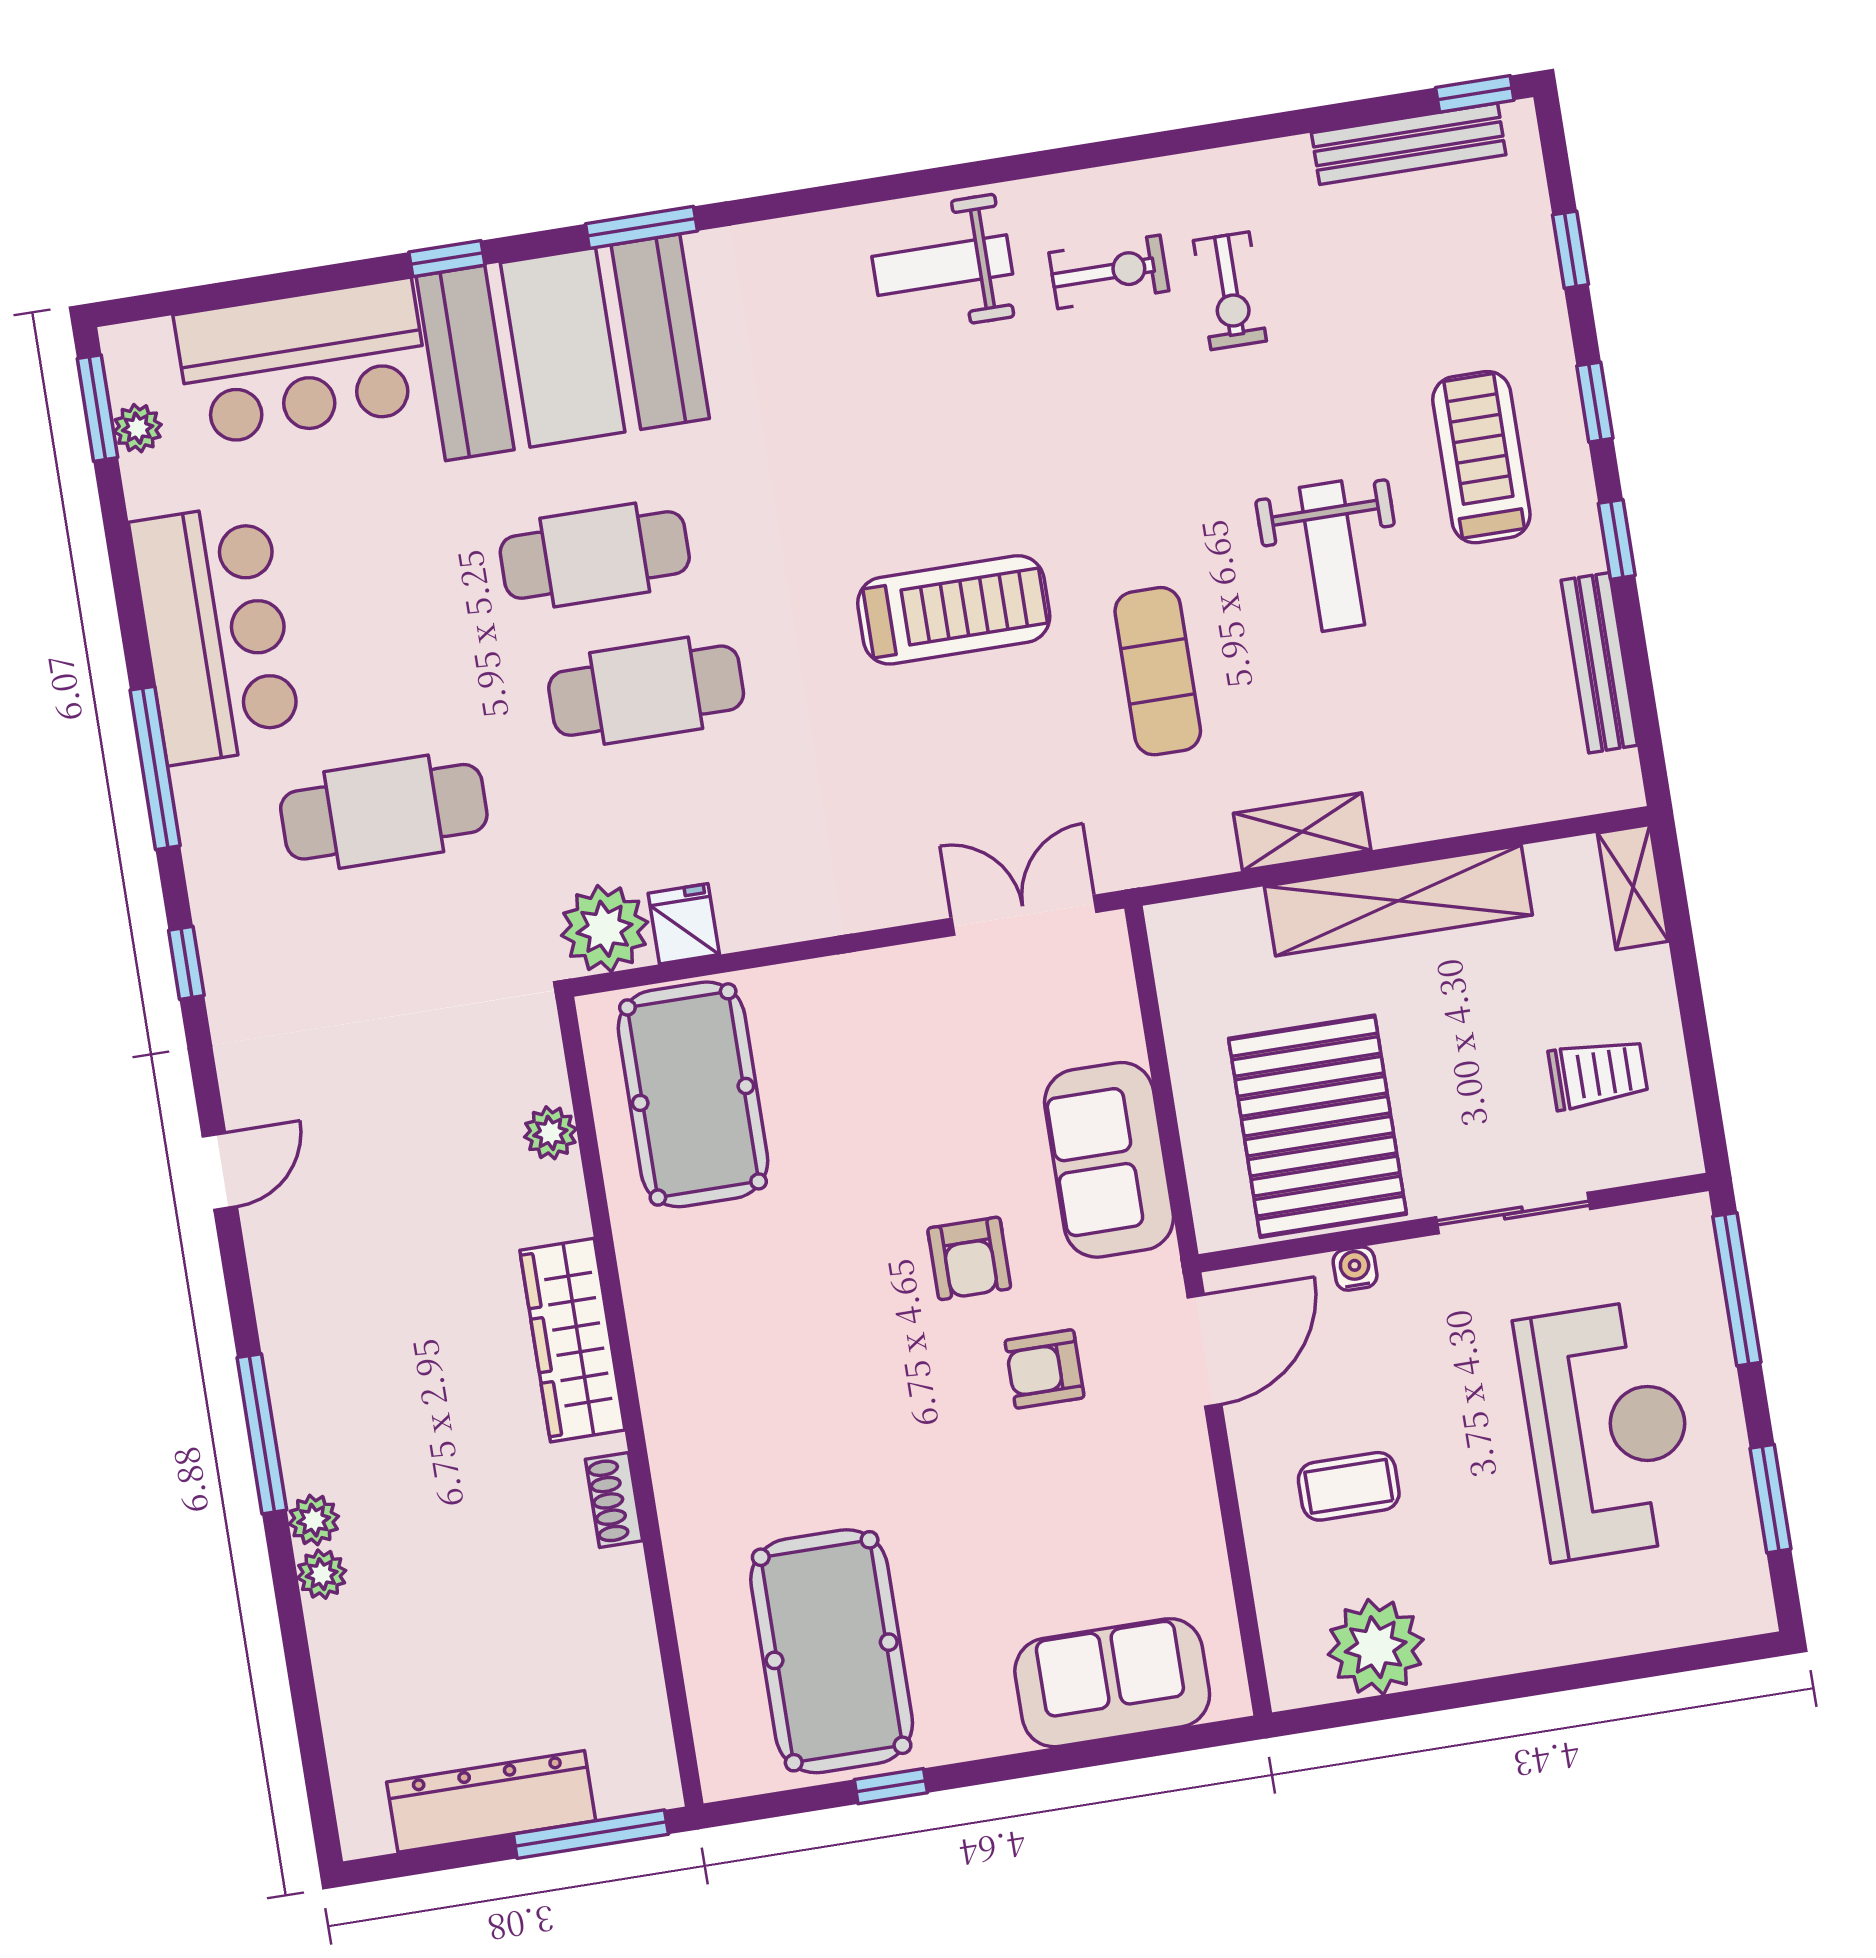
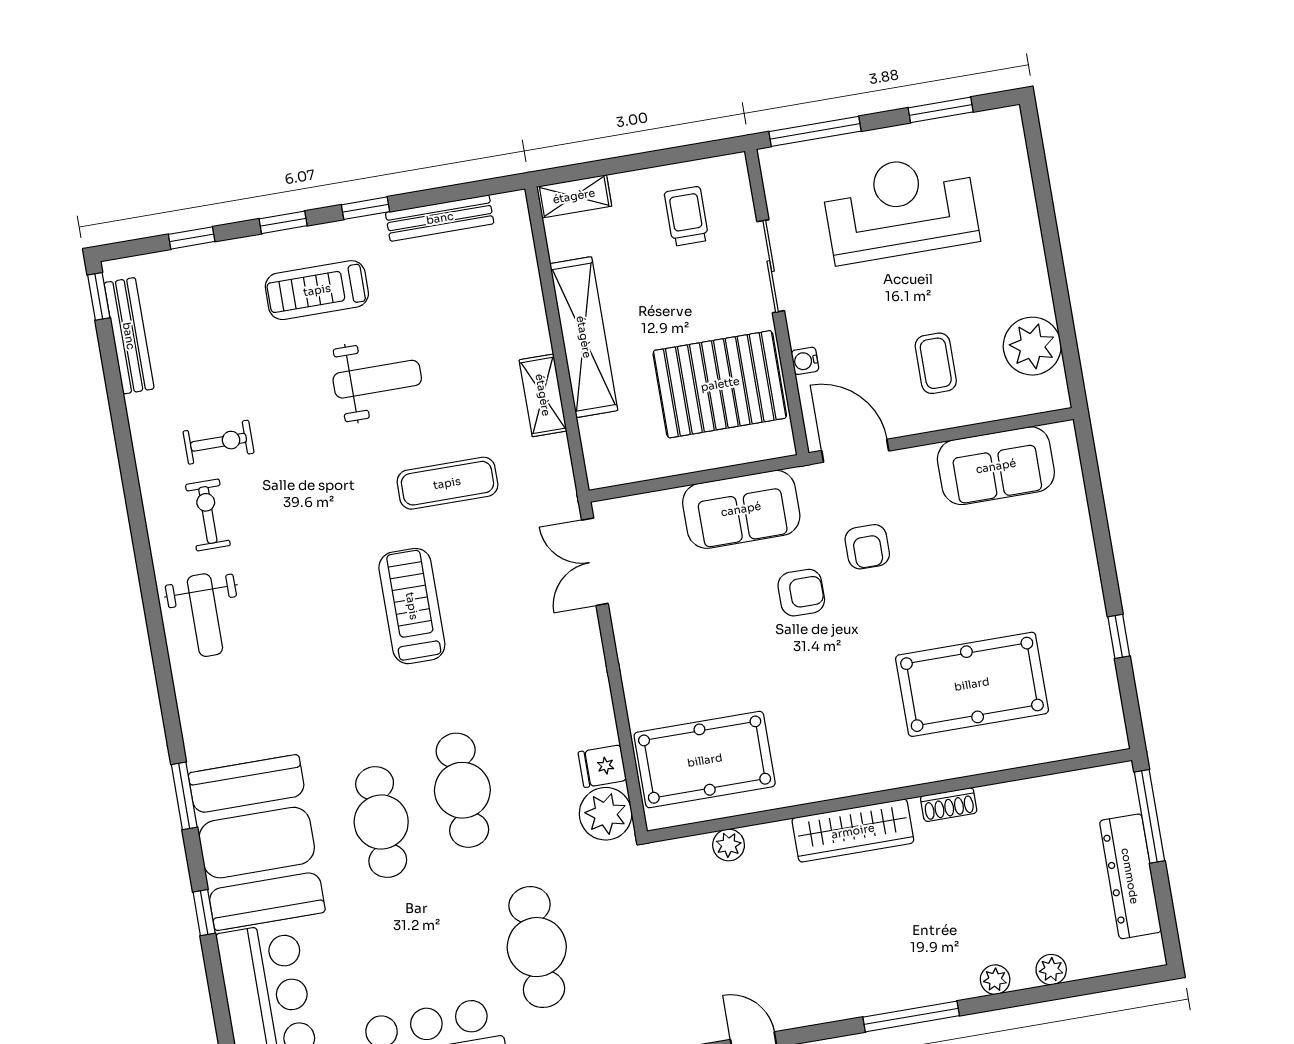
plant: (314, 1520) -> (1051, 970), moved
pool table: (832, 1651) -> (972, 684), moved
sofa: (1112, 1683) -> (996, 466), moved, turned -90

